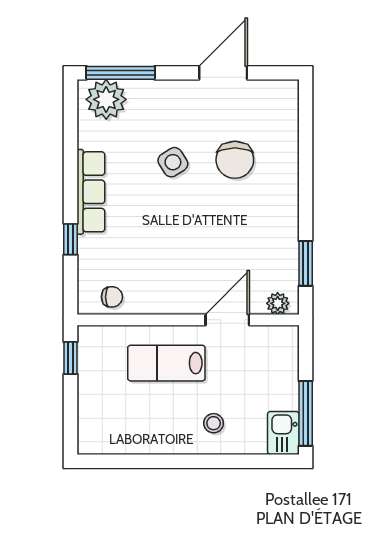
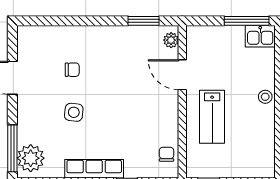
chair: (235, 160) -> (72, 70), width x0.54, depth x0.54
side table: (173, 162) -> (74, 112), turned 38
stool: (214, 423) -> (265, 97), moved

